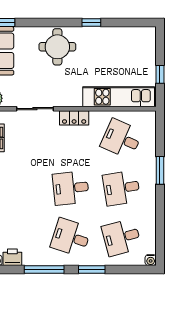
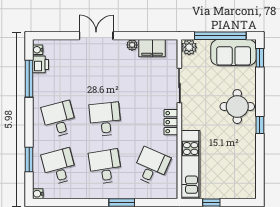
window: (91, 23) -> (260, 125), moved
desk: (71, 237) -> (59, 119), turned -33
window: (44, 269) -> (29, 79), moved
window: (92, 269) -> (29, 160), moved

